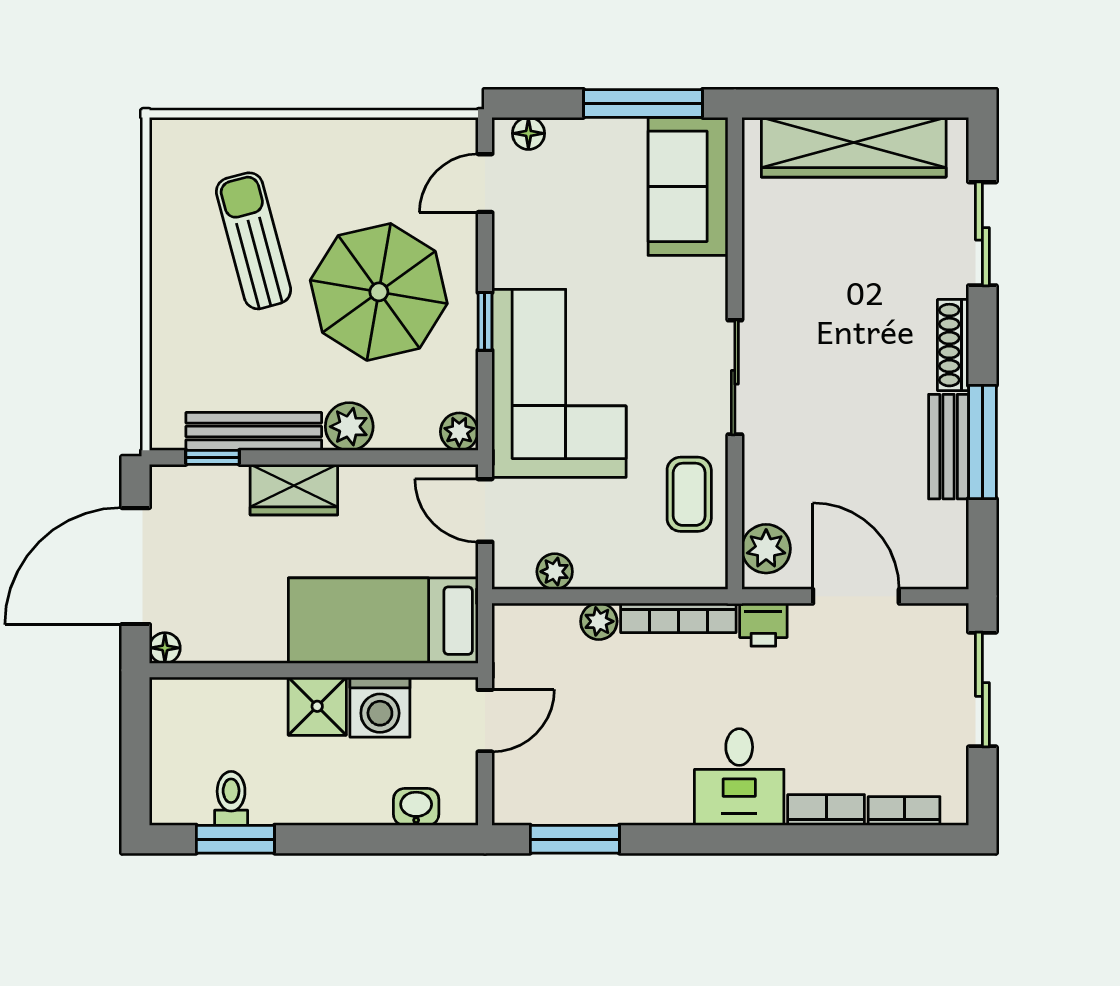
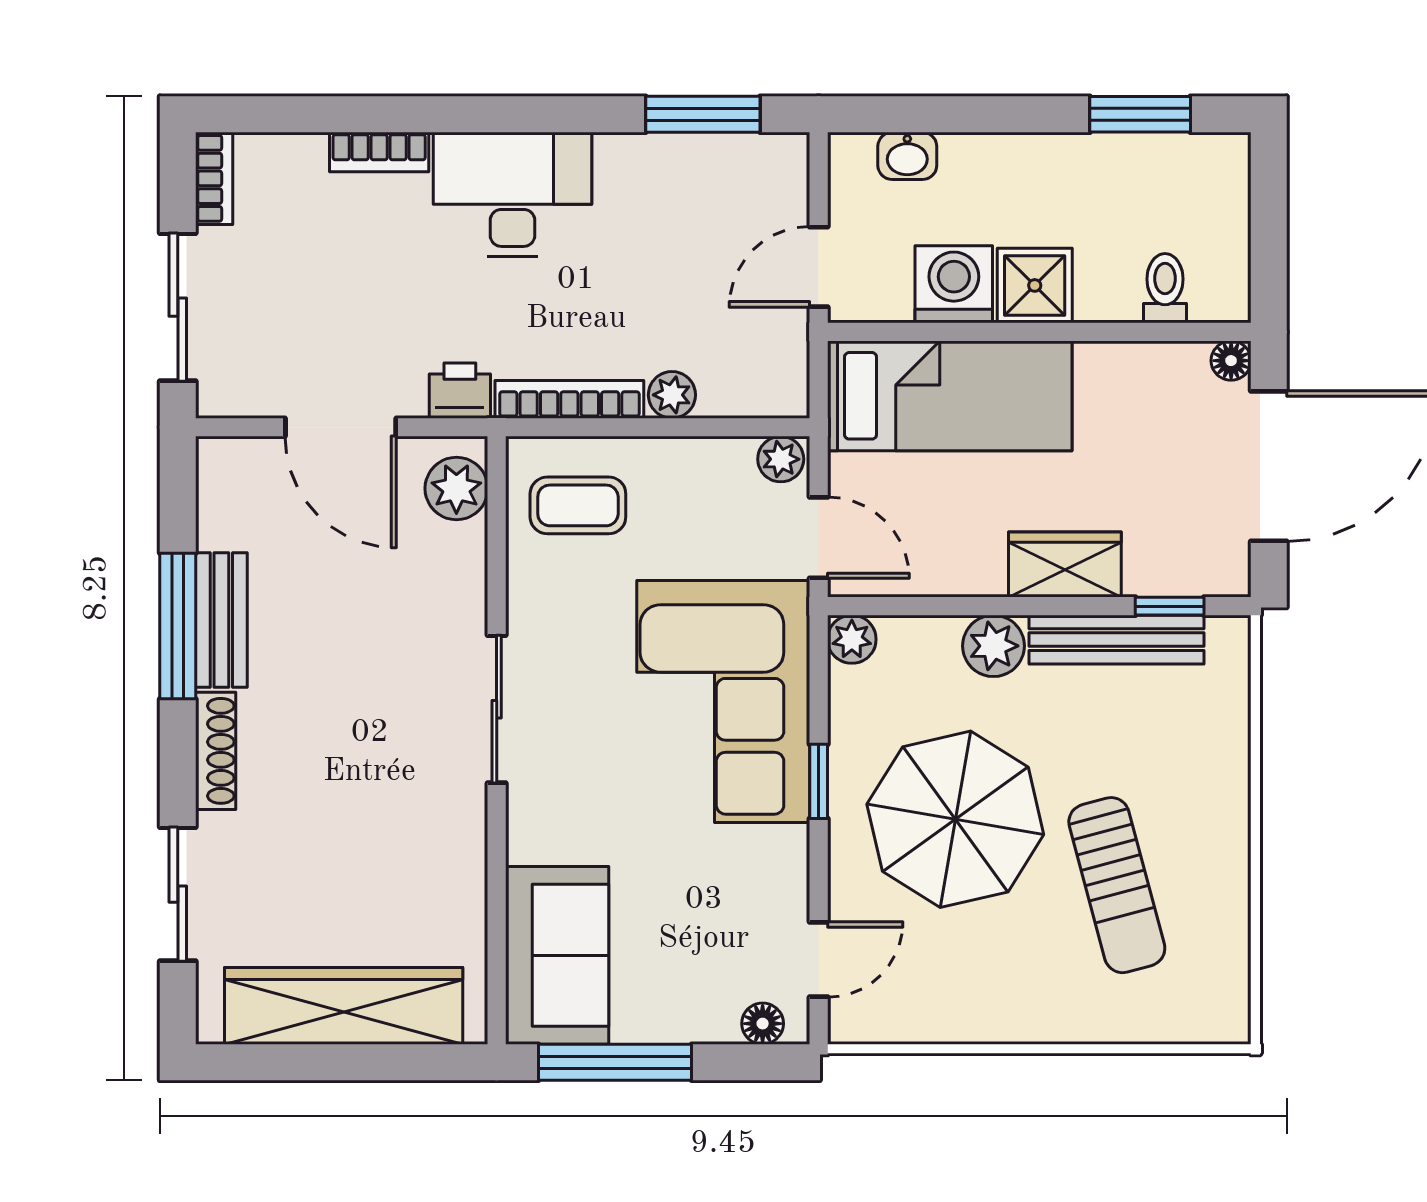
coffee table: (689, 494) -> (578, 505), moved, turned 90
plant: (555, 572) -> (781, 459), moved
desk: (739, 777) -> (513, 194), width x1.37
toilet: (231, 798) -> (1165, 288), moved, turned 180
bookcase: (904, 811) -> (214, 178), moved, turned -90

